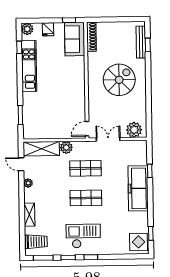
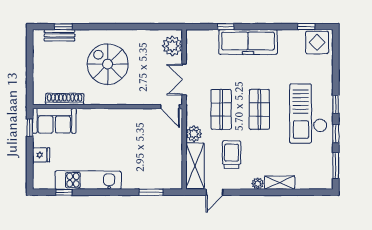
plant: (27, 29) -> (40, 182), removed
shoe rack: (91, 37) -> (65, 99), moved
bench: (141, 42) -> (59, 35), width x0.73
plant: (28, 183) -> (258, 184), moved
checkout: (83, 236) -> (308, 114), width x1.36, depth x1.21
trolley: (36, 242) -> (232, 155), moved

